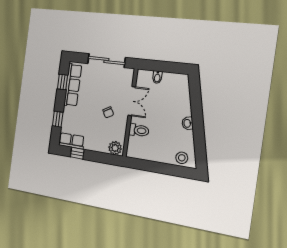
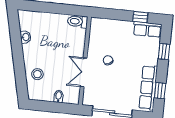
washbasin: (188, 123) -> (26, 37), moved
toilet: (139, 130) -> (78, 21), moved
plant: (115, 148) -> (99, 25), removed
stool: (182, 158) -> (37, 74), moved

